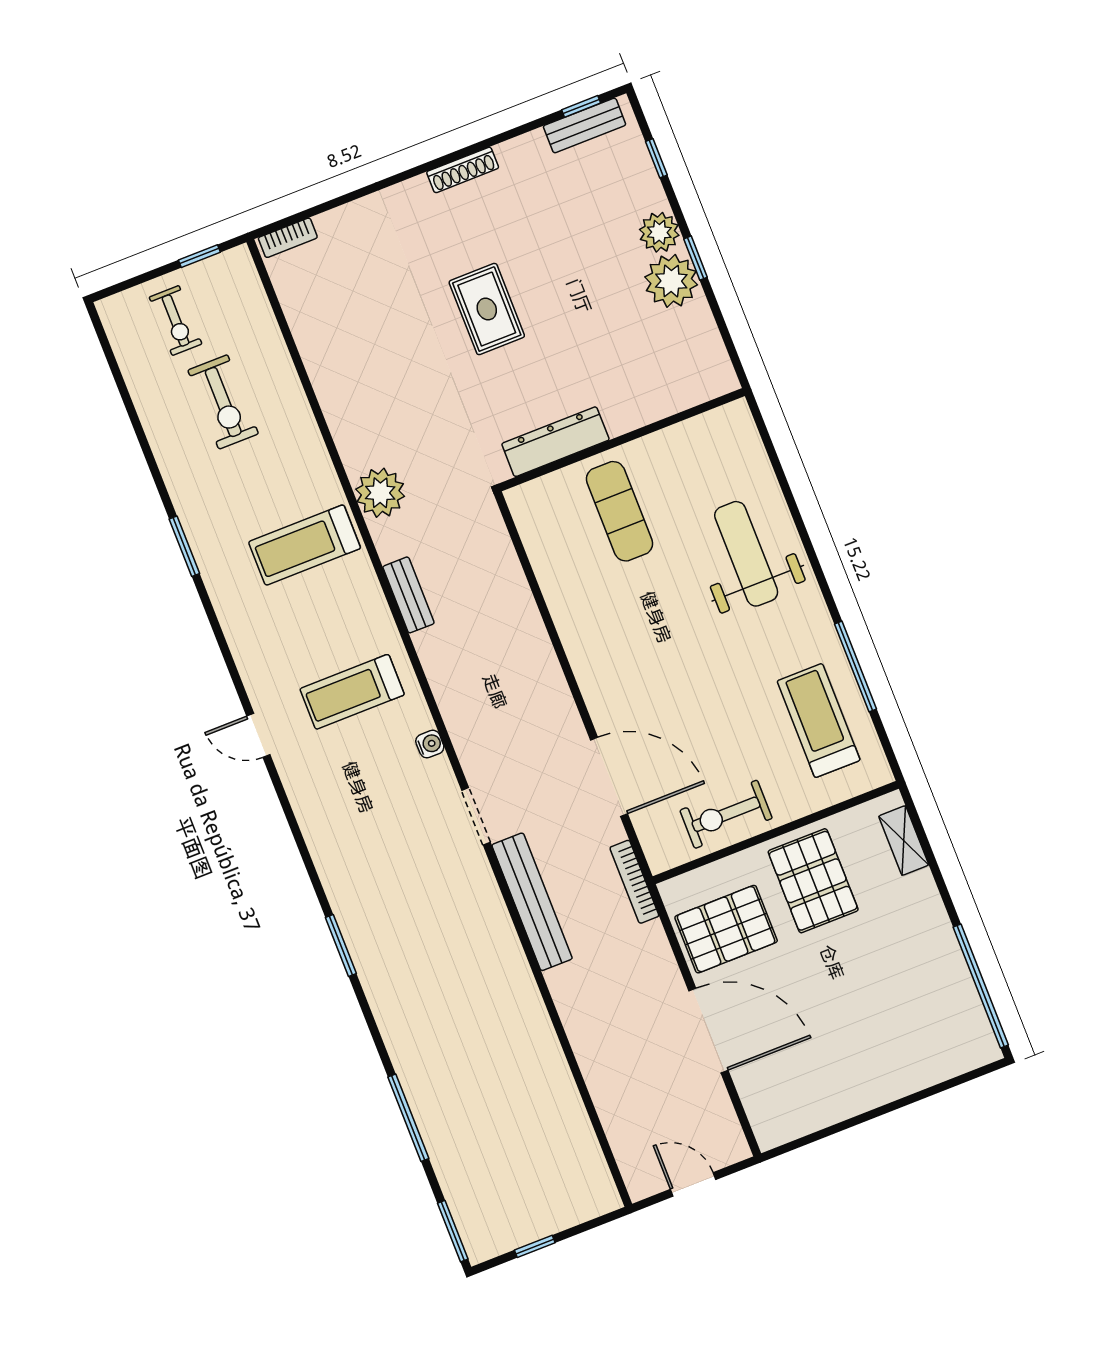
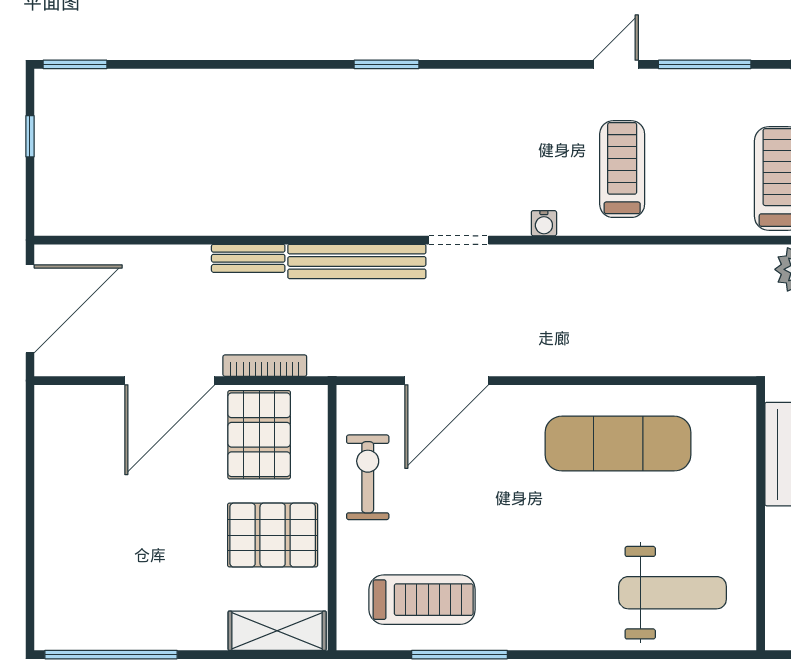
exercise mat: (619, 511) -> (618, 444), moved, width x1.36, depth x1.45
weight bench: (746, 554) -> (673, 593), moved
bench: (408, 595) -> (248, 258), moved
shelving: (904, 840) -> (277, 631), width x1.50, depth x1.33
bookcase: (634, 882) -> (265, 366), moved
window: (408, 1118) -> (705, 64), moved
door: (693, 1184) -> (30, 309), width x1.87

